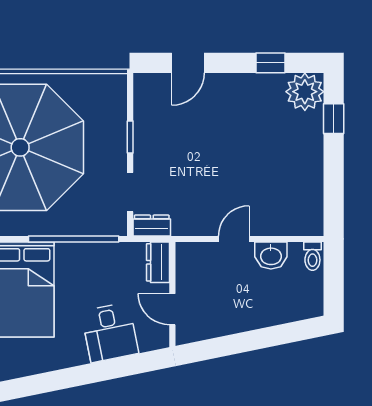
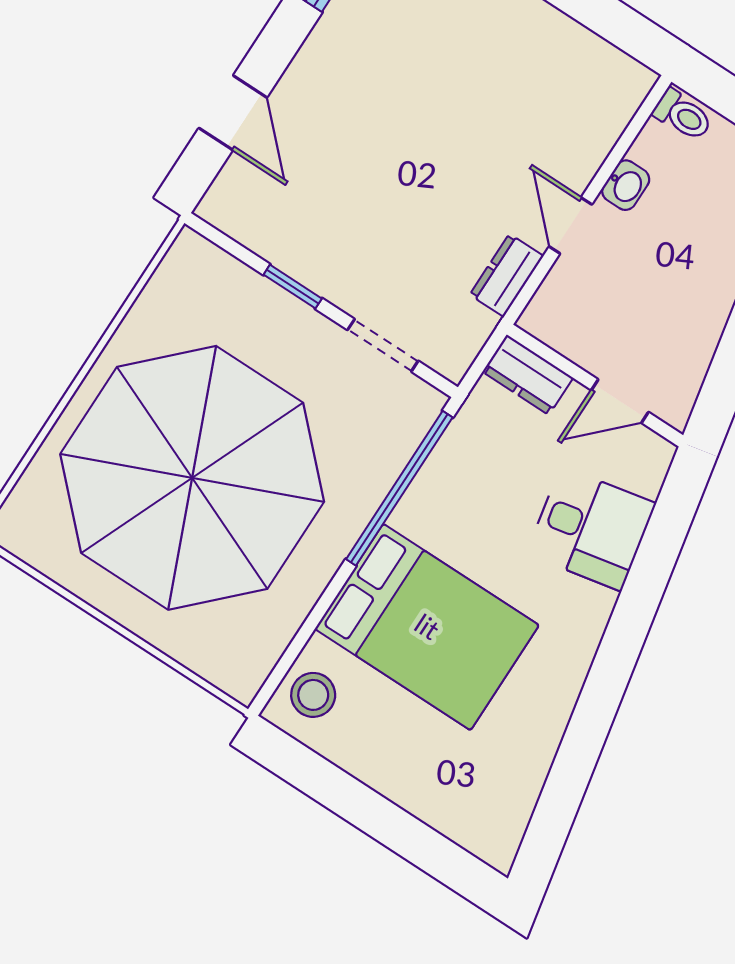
dresser: (152, 226) -> (507, 275), moved
washbasin: (271, 256) -> (626, 185), width x0.72, depth x0.69

